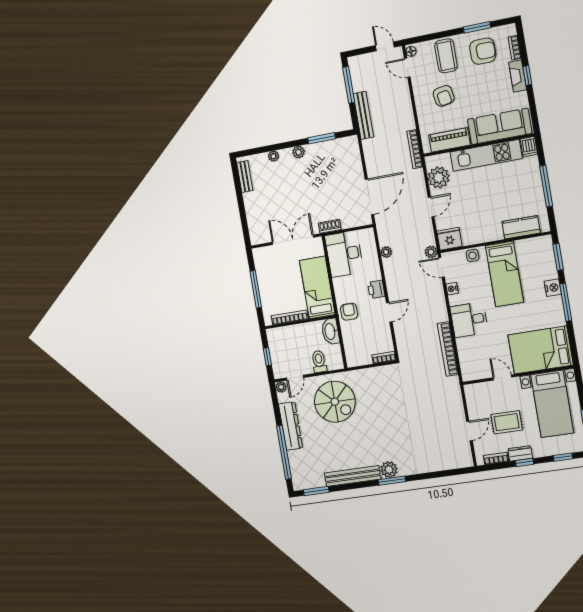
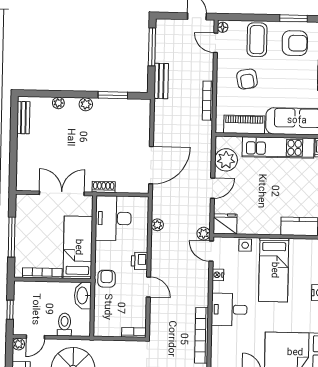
bench: (363, 115) -> (161, 81), width x0.73
bookcase: (415, 149) -> (208, 101), moved
door: (389, 312) -> (148, 287), hinge flipped

